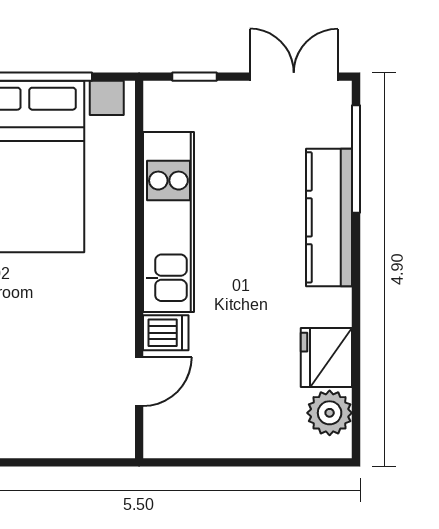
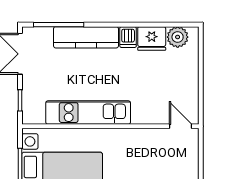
dishwasher: (166, 333) -> (128, 37), moved, turned 180
door: (139, 382) -> (181, 126), moved

